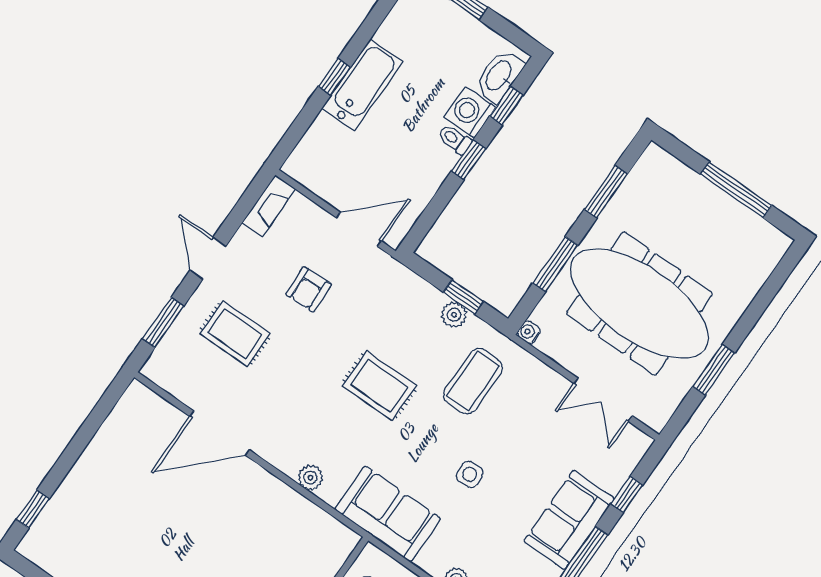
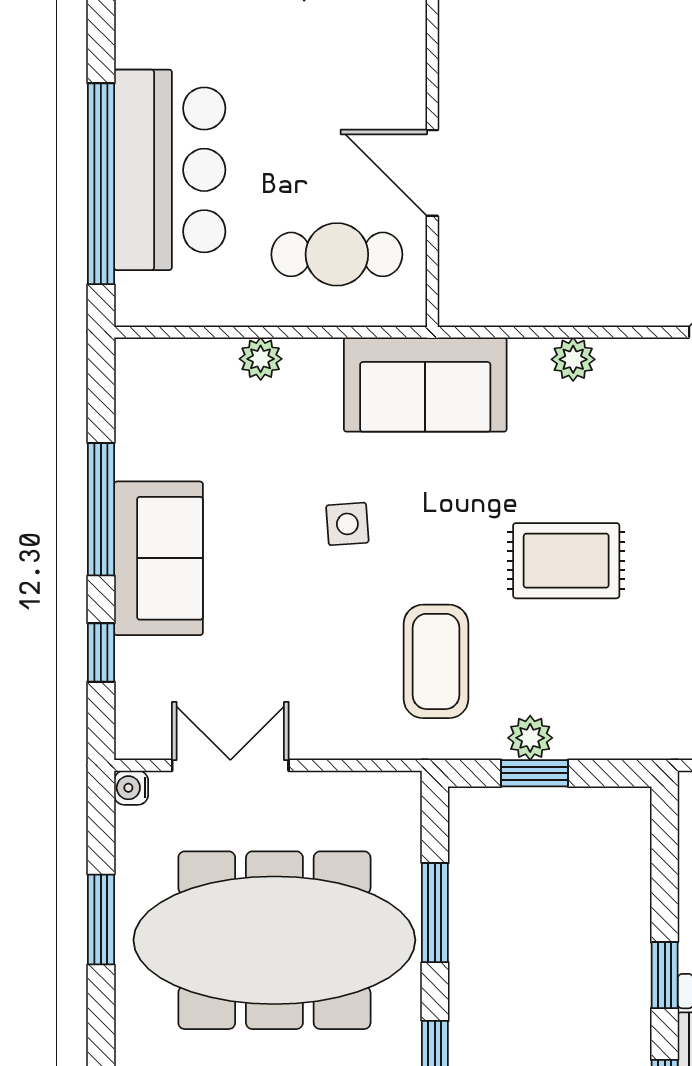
water cooler: (529, 332) -> (131, 788), moved, turned 180

